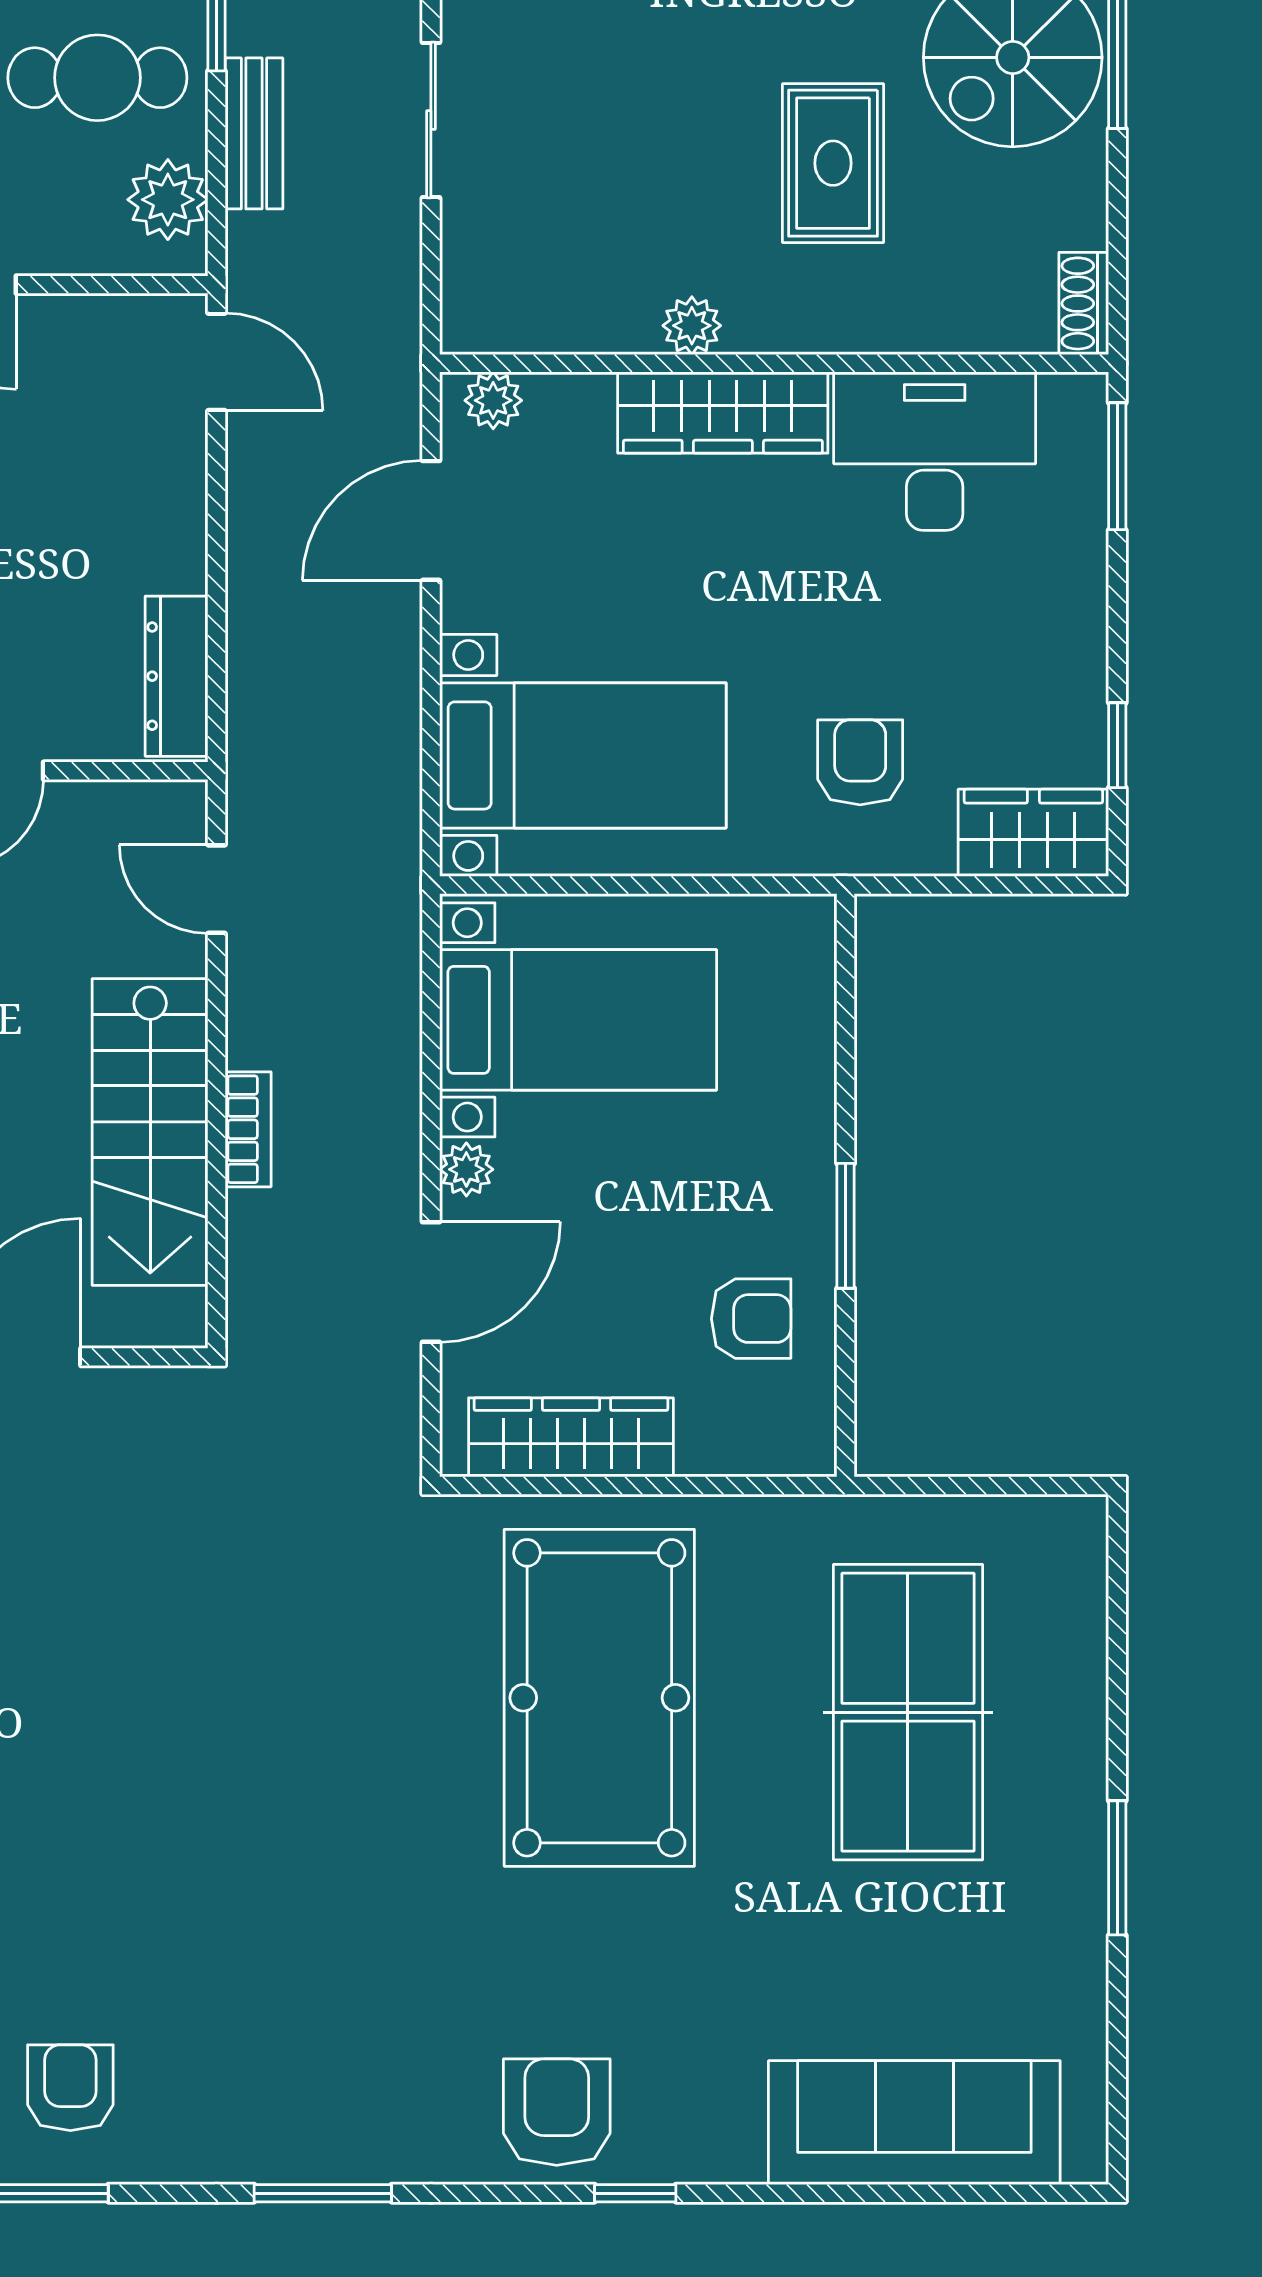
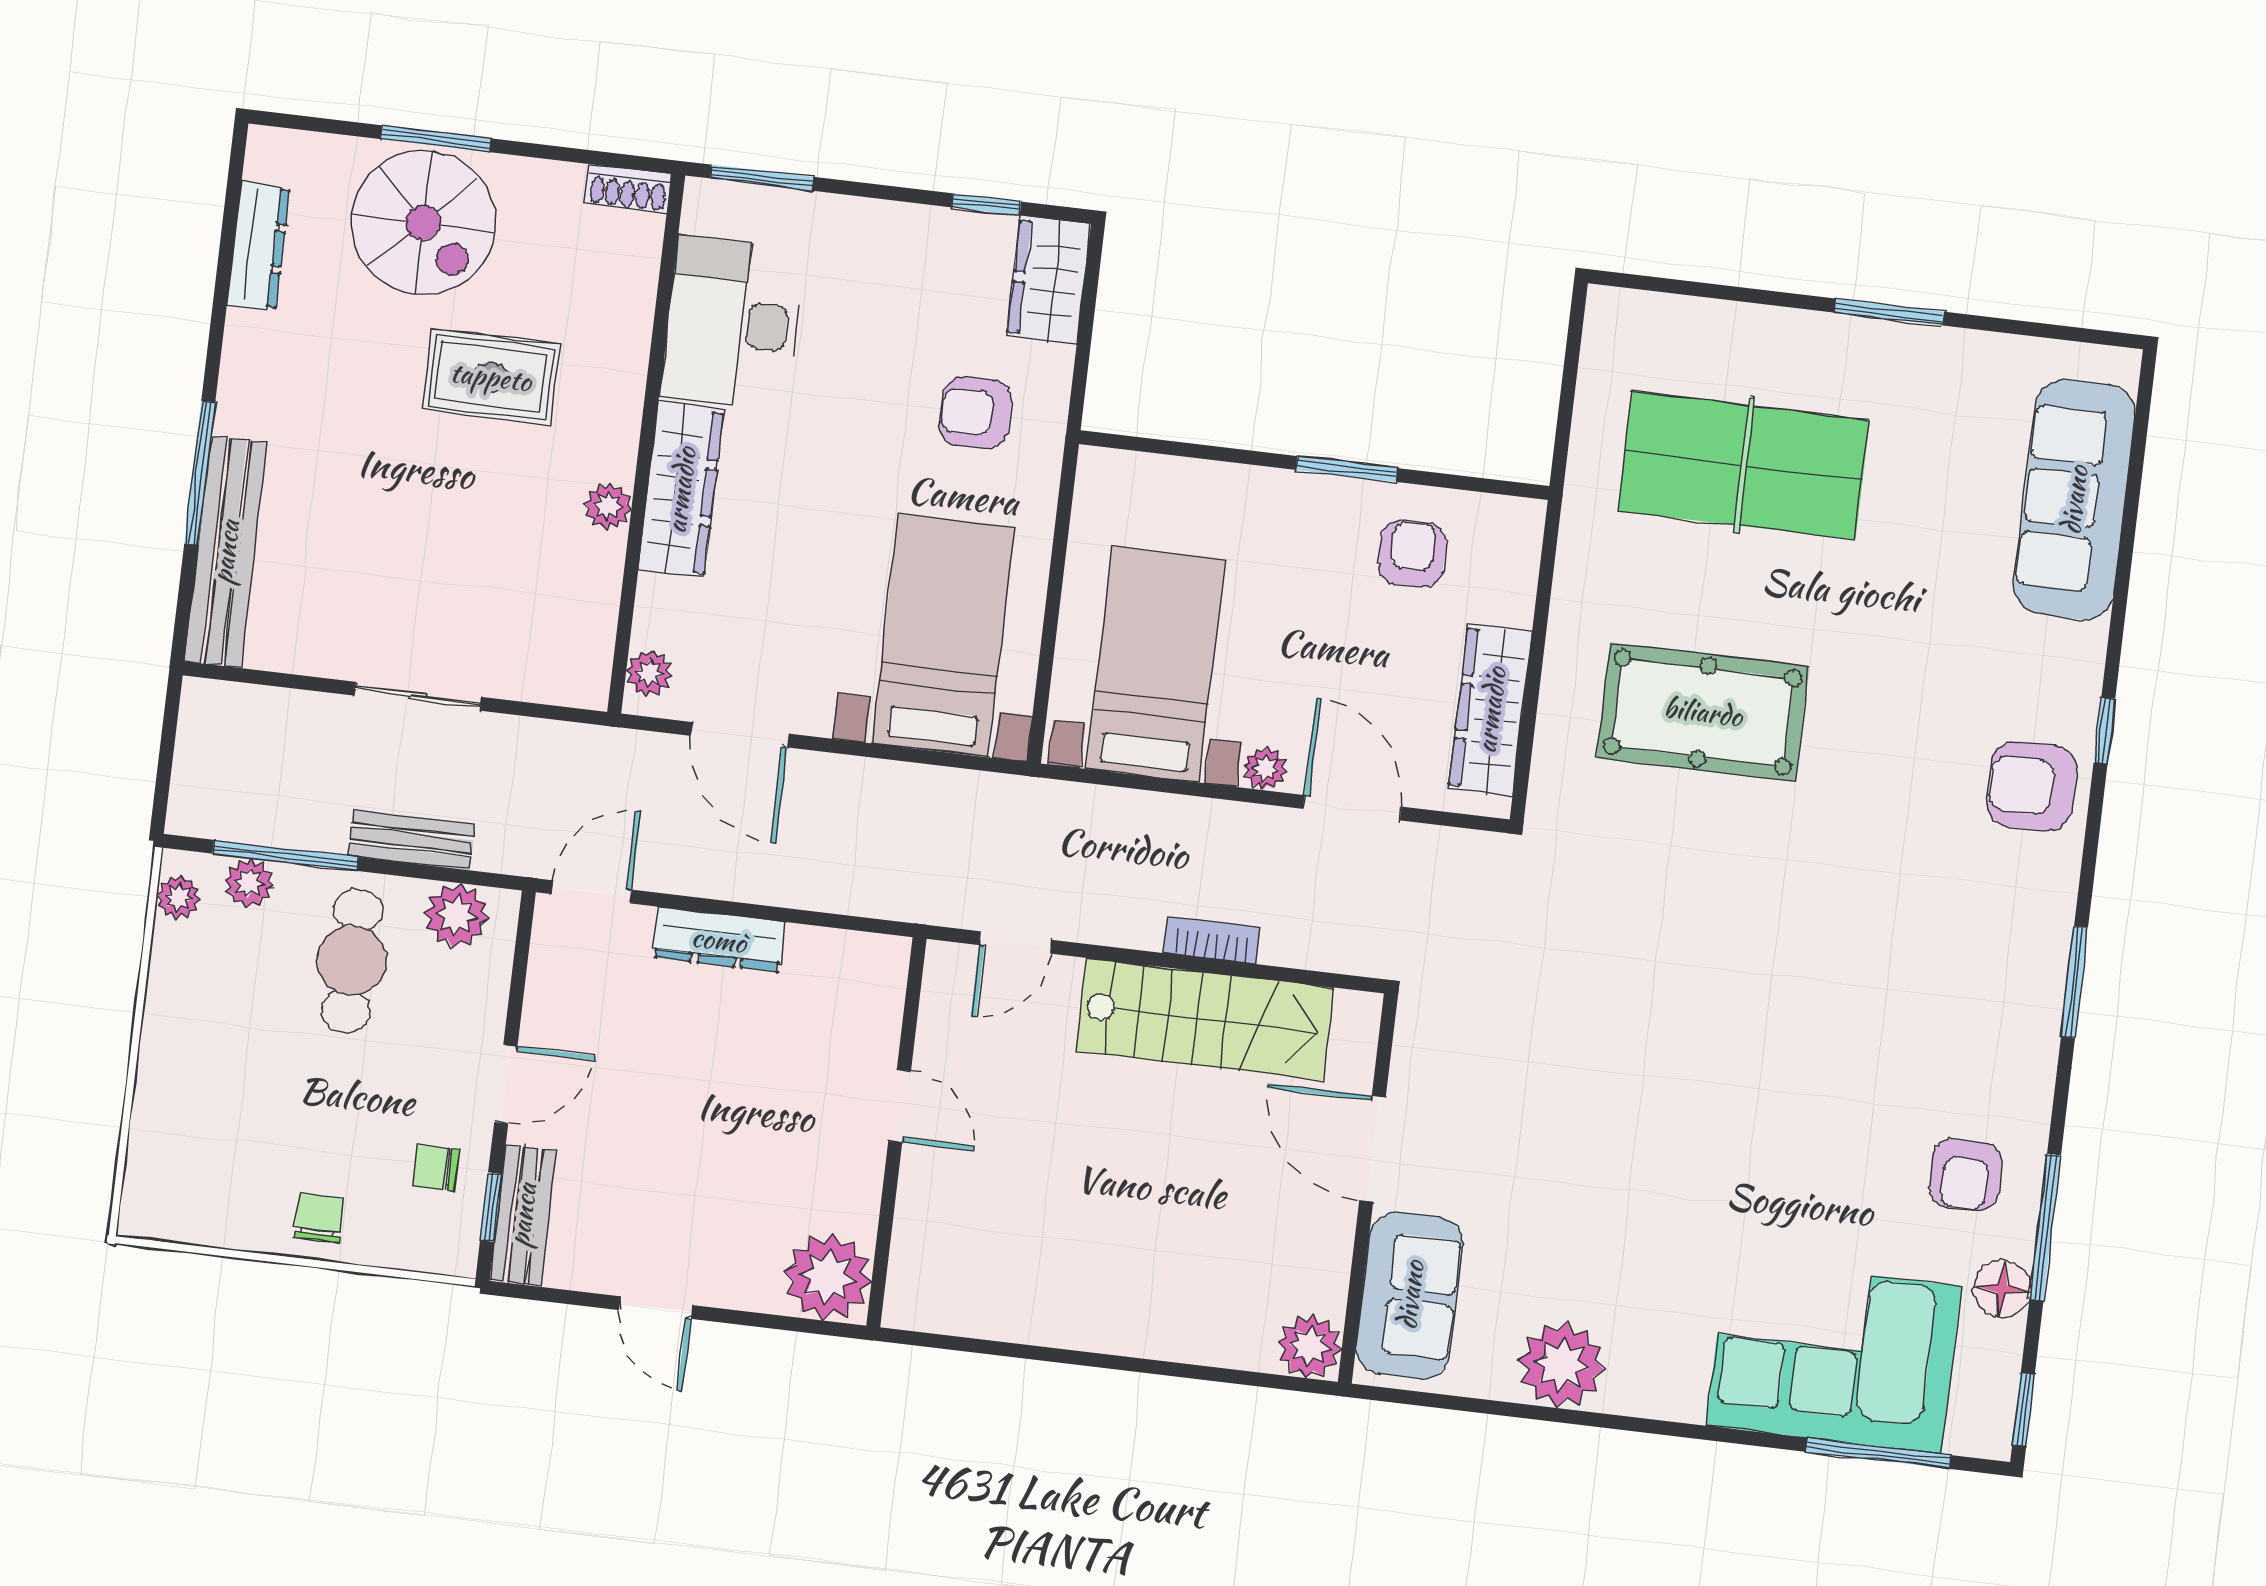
dresser: (177, 676) -> (719, 940), moved
pool table: (599, 1698) -> (1703, 712), width x0.73, depth x0.76
armchair: (70, 2088) -> (1965, 1175), turned -90

